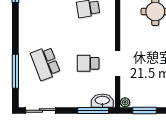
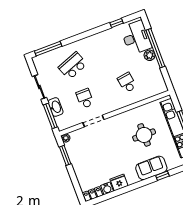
window: (15, 71) -> (48, 49), moved
washbasin: (102, 101) -> (56, 107), moved
sliding door: (41, 110) -> (39, 87), moved

